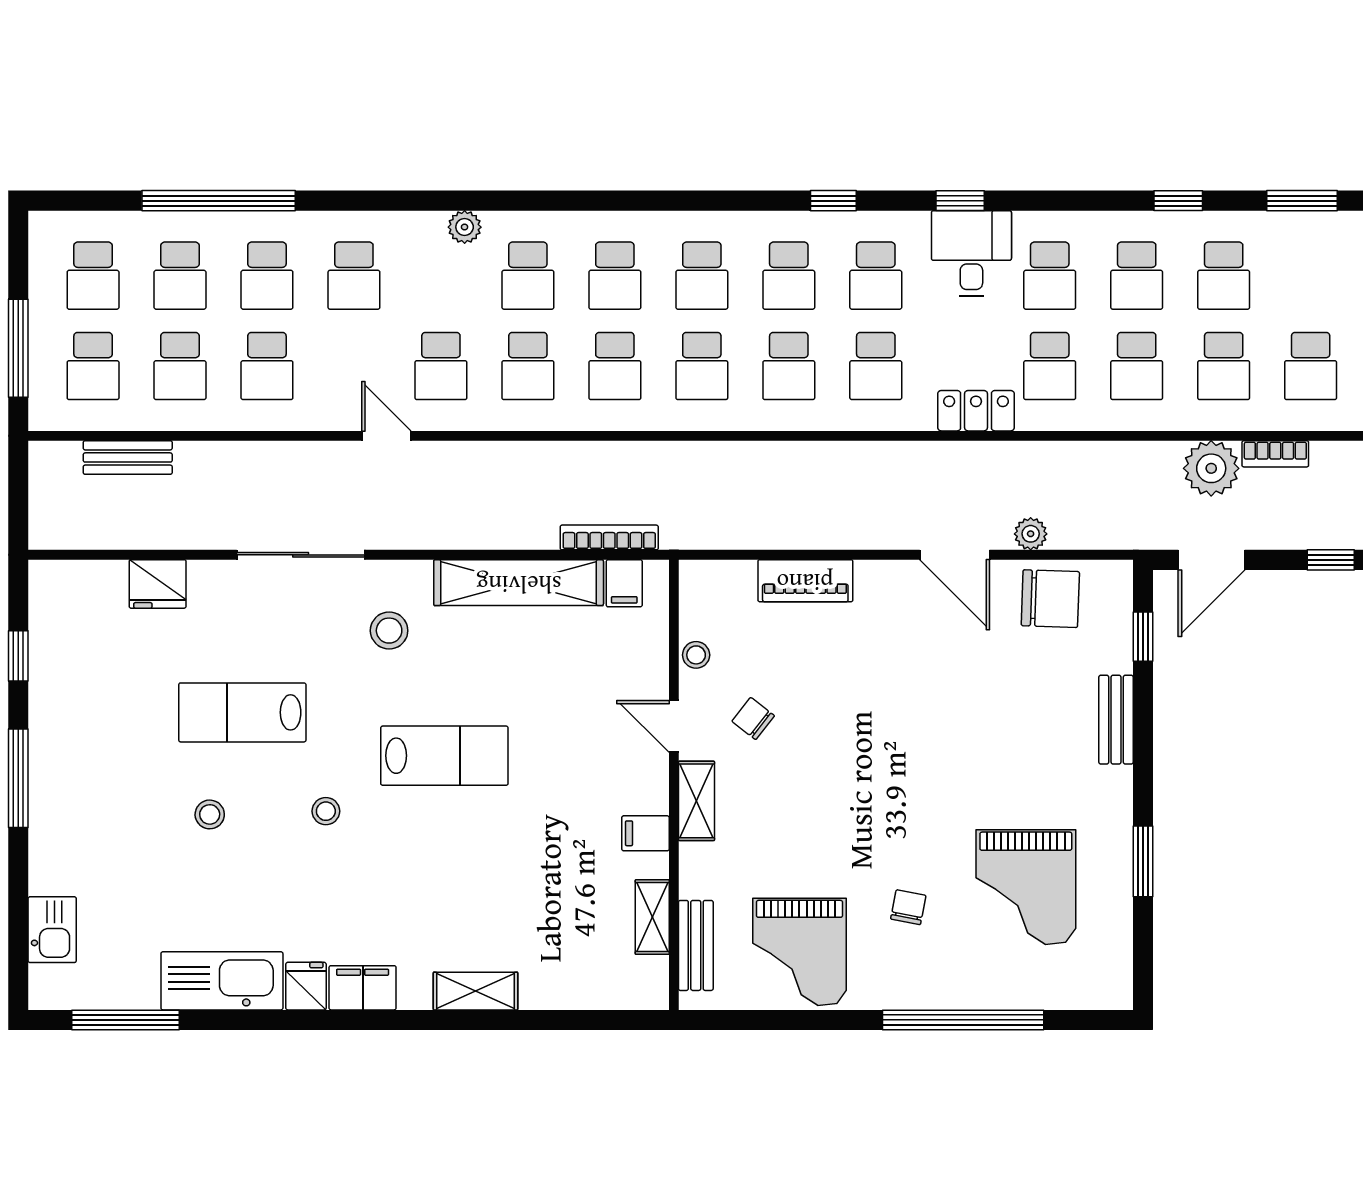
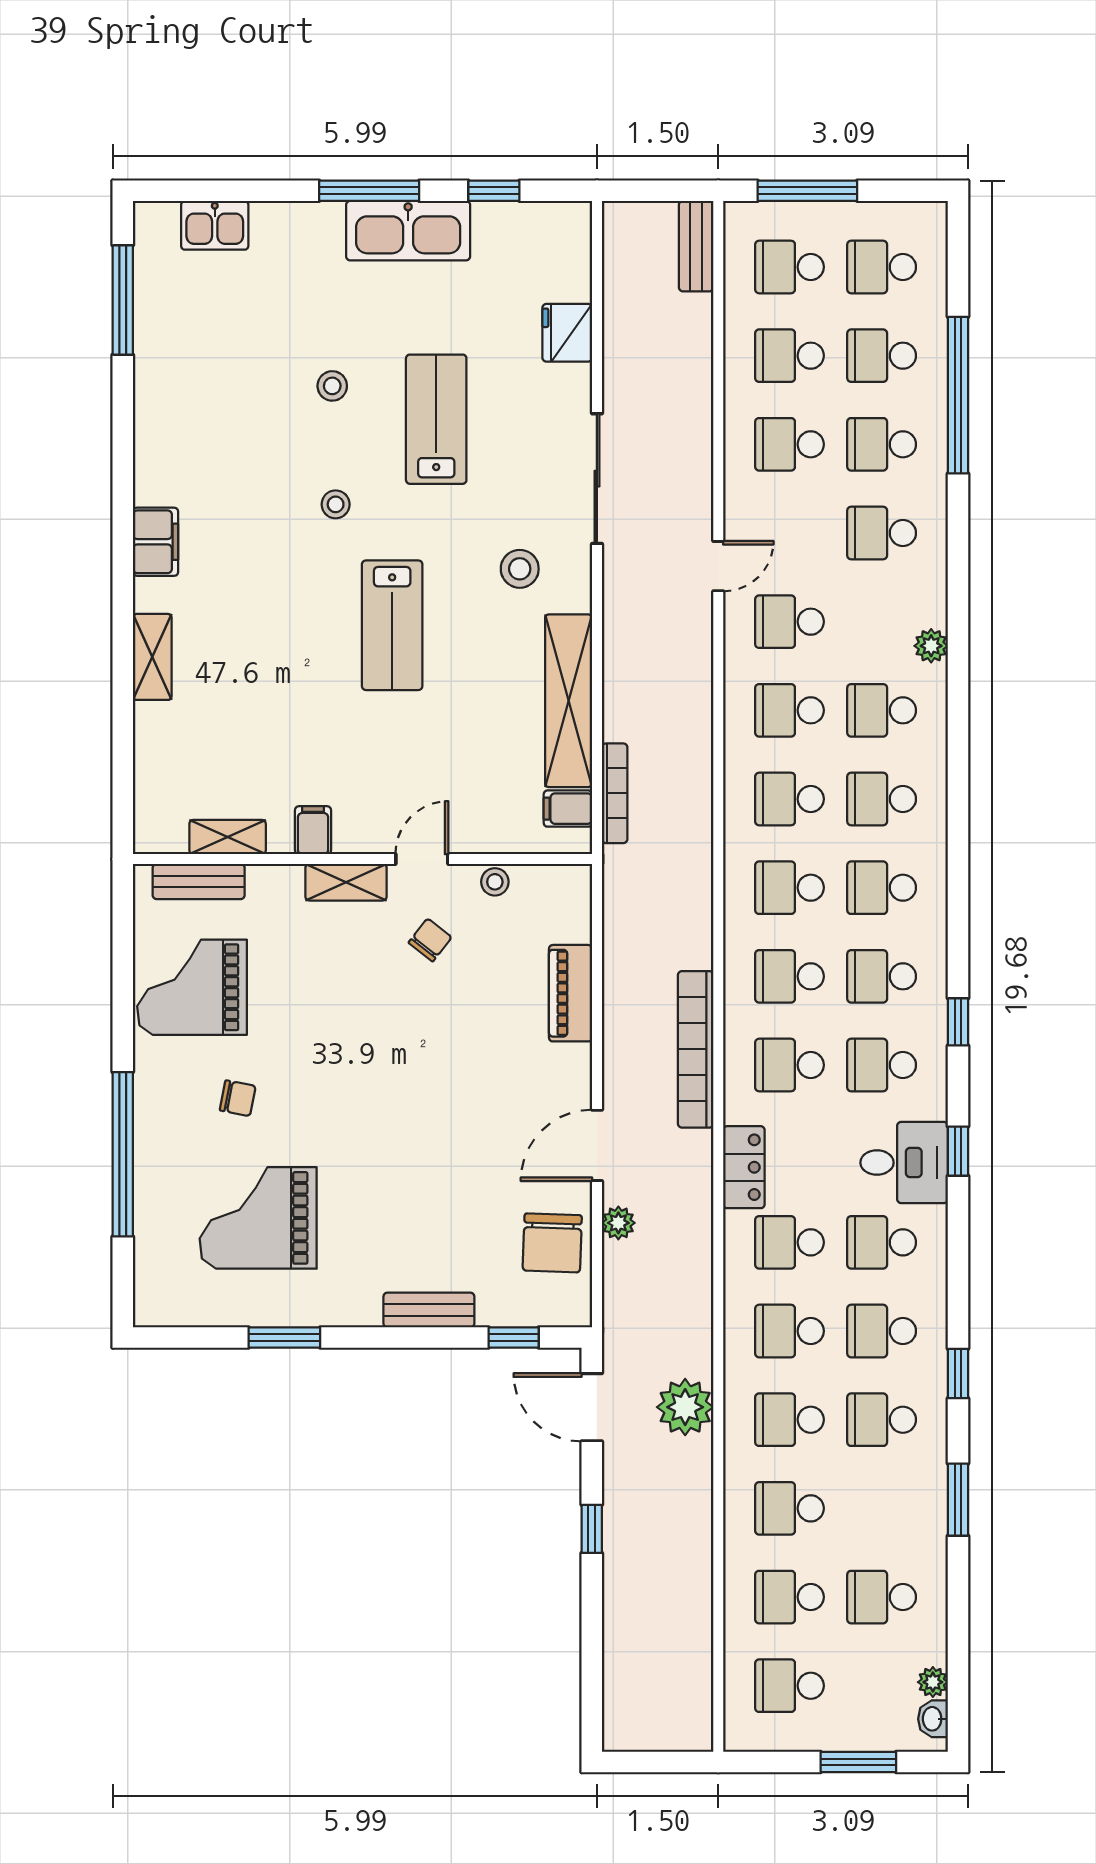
bookcase: (1275, 454) -> (696, 1049), moved, width x2.31, depth x1.31
bench: (128, 457) -> (696, 246), moved
kitchen sink: (222, 981) -> (408, 231), moved, turned 90
fridge: (306, 986) -> (157, 484), removed

